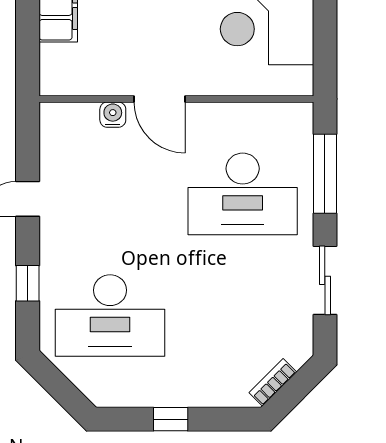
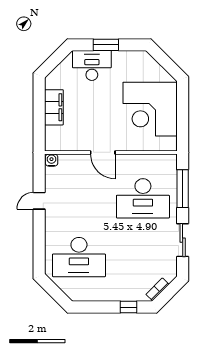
water cooler: (113, 115) -> (52, 160), moved
window: (28, 283) -> (39, 241), removed
window: (171, 419) -> (128, 307), moved

